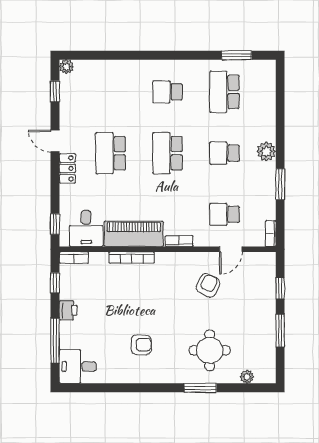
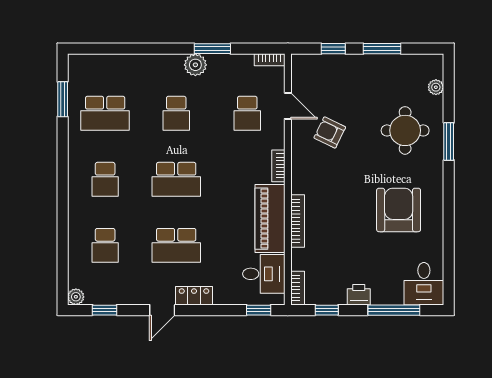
school desk: (111, 92) -> (105, 245), added
plant: (266, 151) -> (195, 65), moved
armchair: (141, 345) -> (399, 210), width x1.88, depth x1.88

